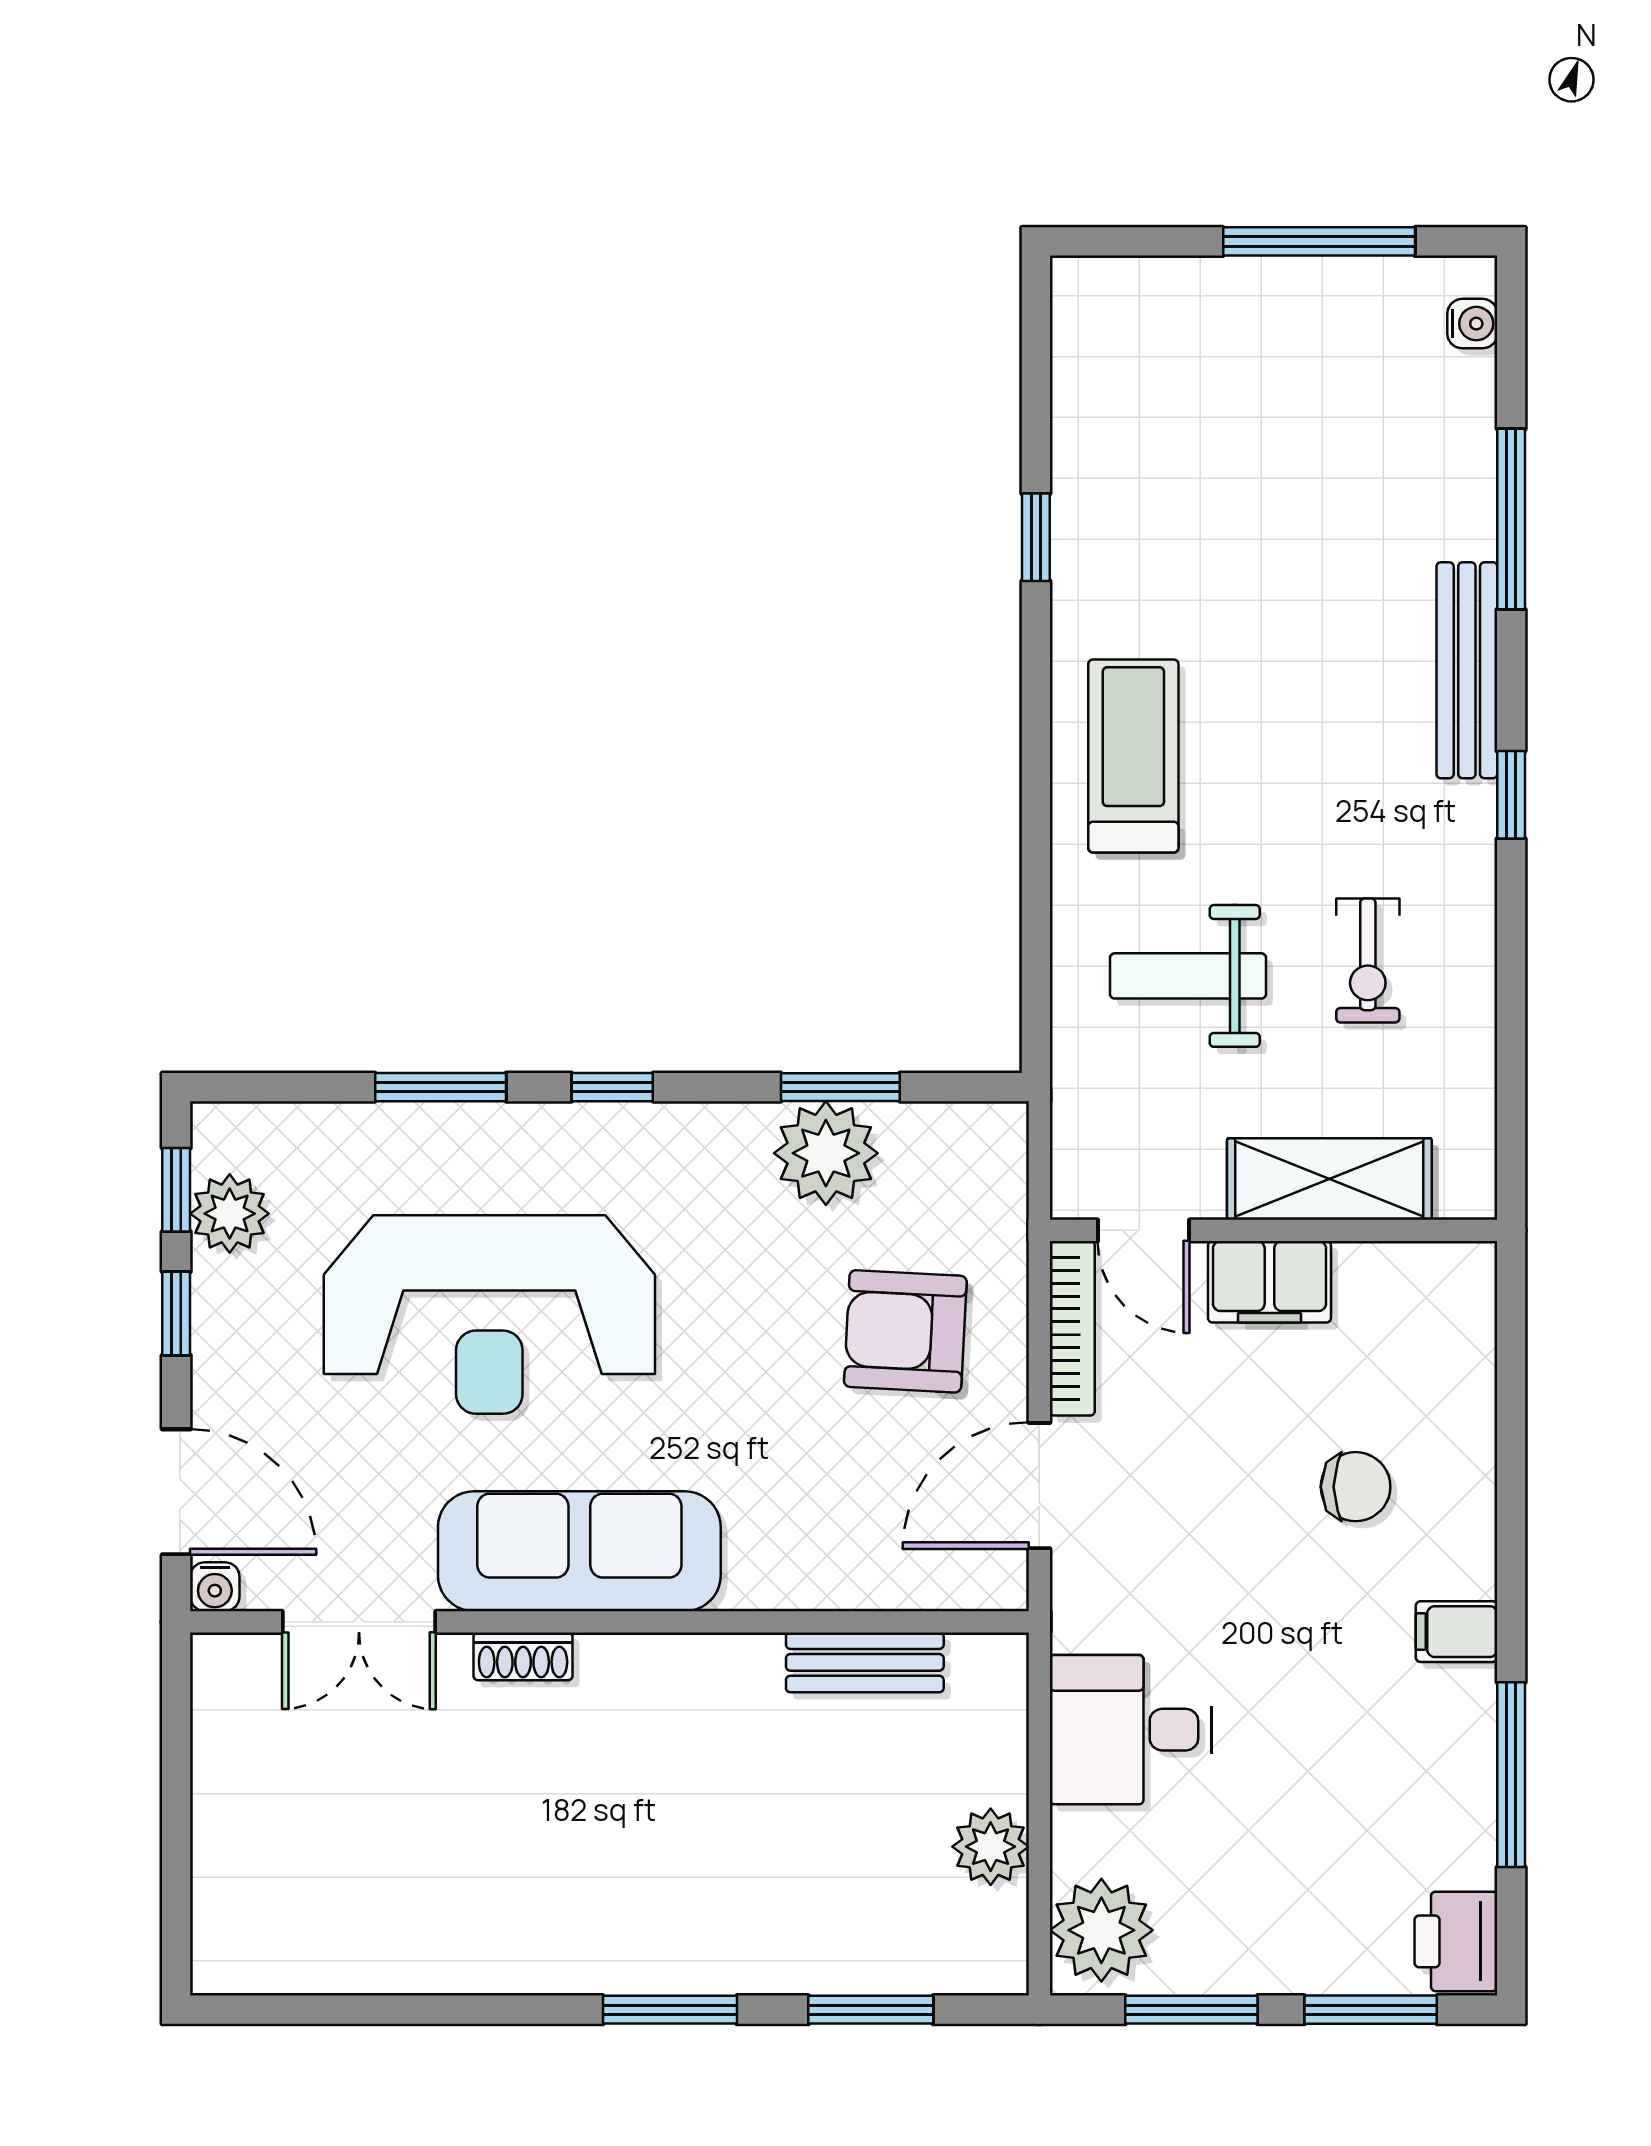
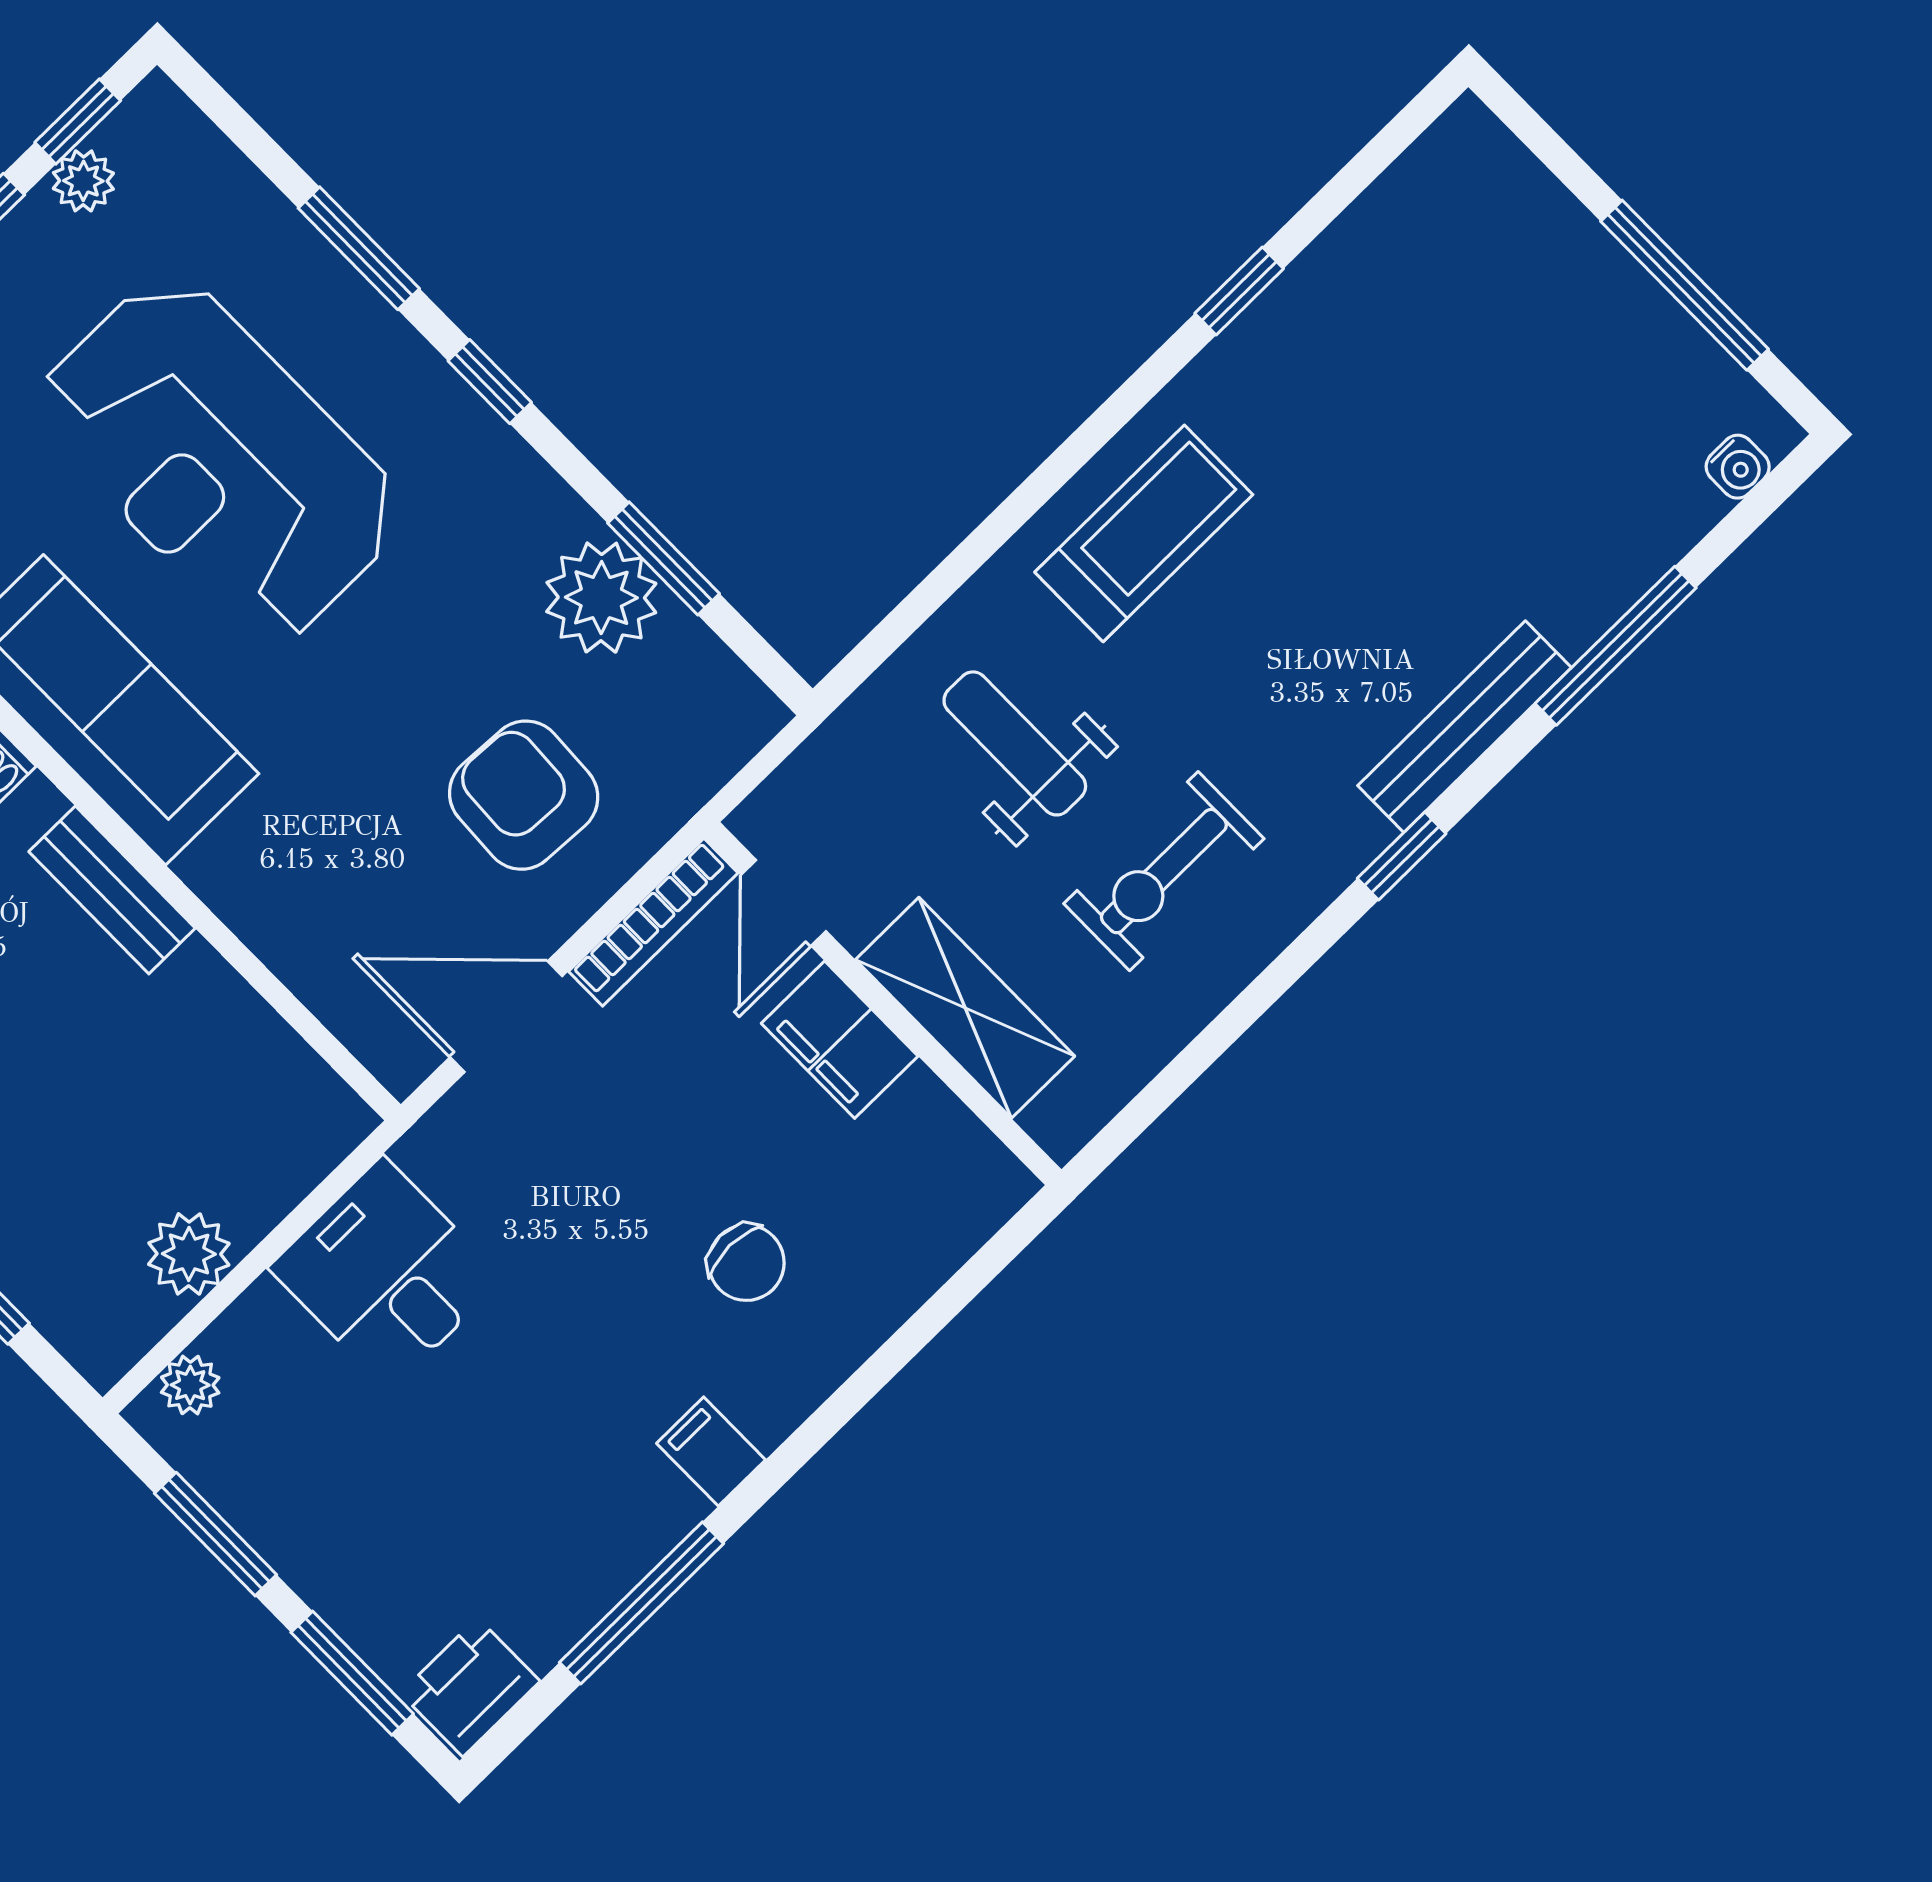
exercise bike: (1368, 961) -> (1164, 871), width x1.38, depth x1.39
plant: (230, 1214) -> (83, 181), width x0.73, depth x0.73
bench: (865, 1662) -> (112, 890), moved
plant: (1101, 1930) -> (190, 1385), width x0.53, depth x0.53

